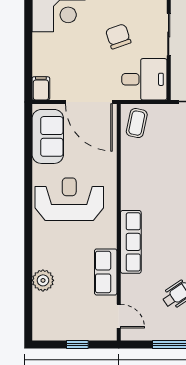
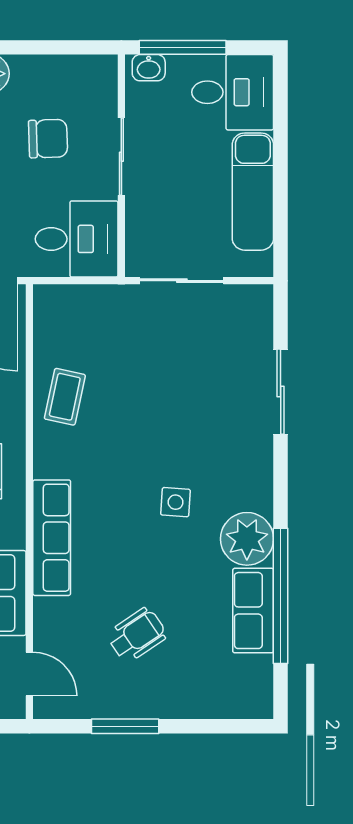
chair: (118, 36) -> (48, 139), moved, turned 107
coffee table: (137, 123) -> (65, 397), moved

